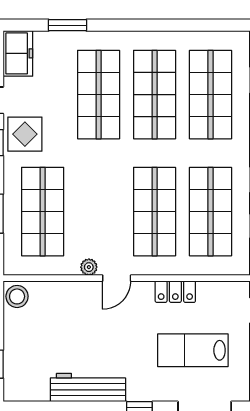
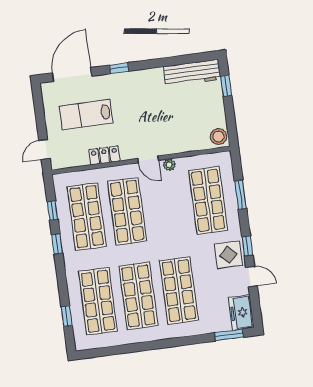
window: (67, 25) -> (229, 335), moved
door: (117, 278) -> (148, 159), swing flipped
lab bench: (193, 350) -> (86, 115), turned 180
workbench: (88, 388) -> (192, 73), moved

